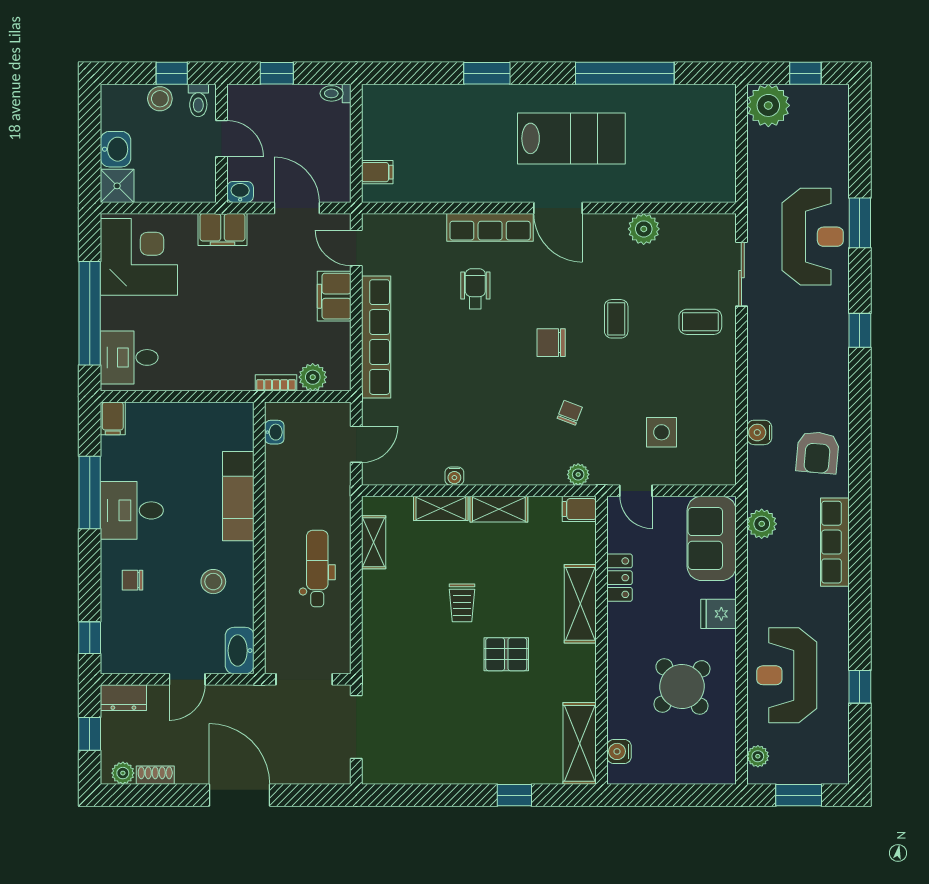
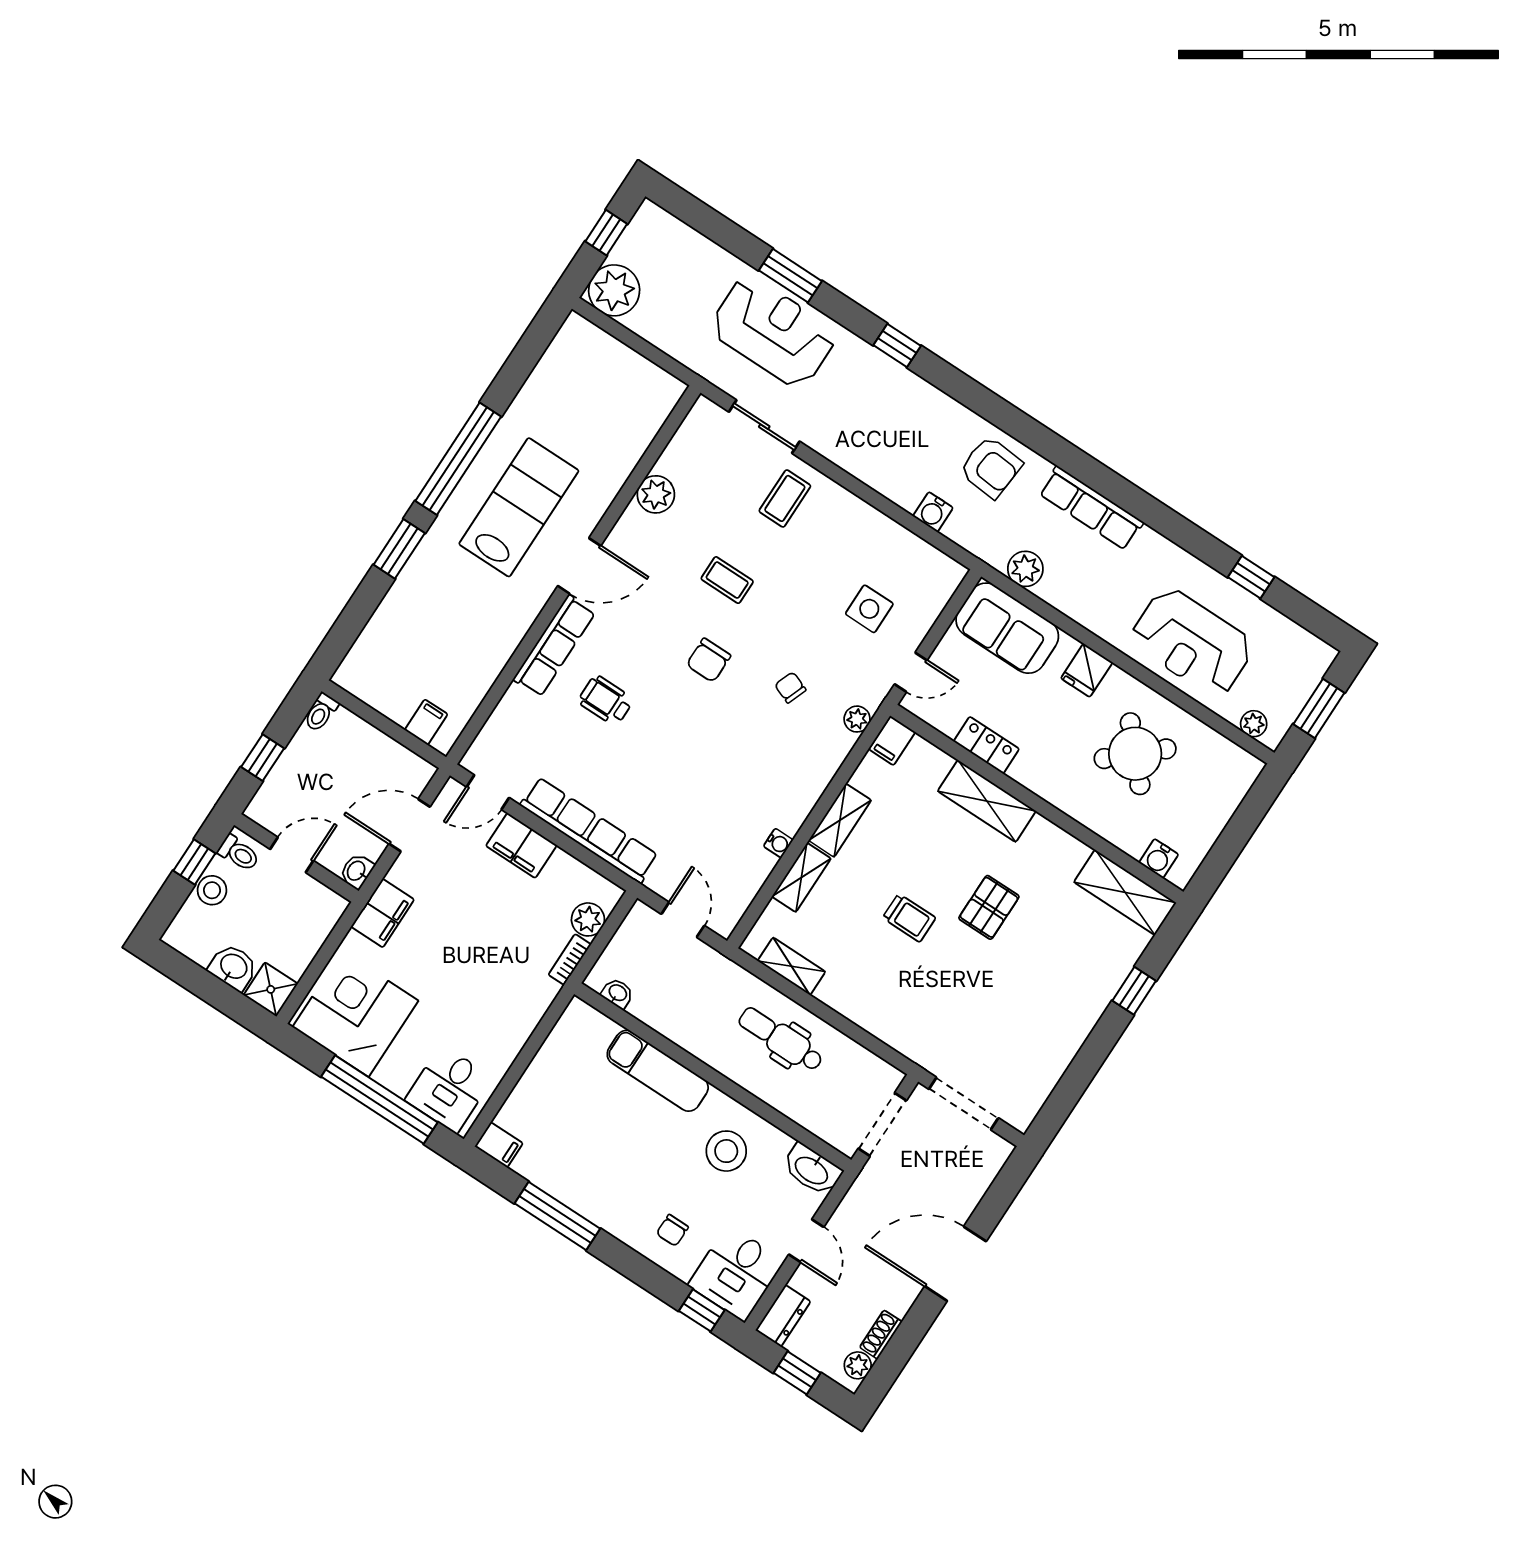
window: (625, 73) -> (458, 459), moved
desk: (132, 510) -> (736, 1273), moved
stool: (213, 582) -> (726, 1151), width x1.38, depth x1.38

